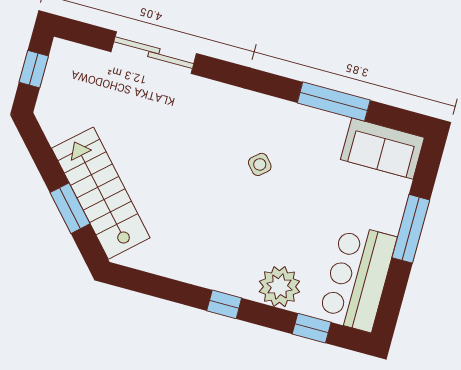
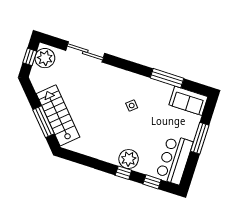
plant: (67, 70) -> (45, 58), added
window: (70, 208) -> (43, 122), width x1.44
plant: (279, 287) -> (129, 159), moved
window: (224, 304) -> (123, 173), moved

